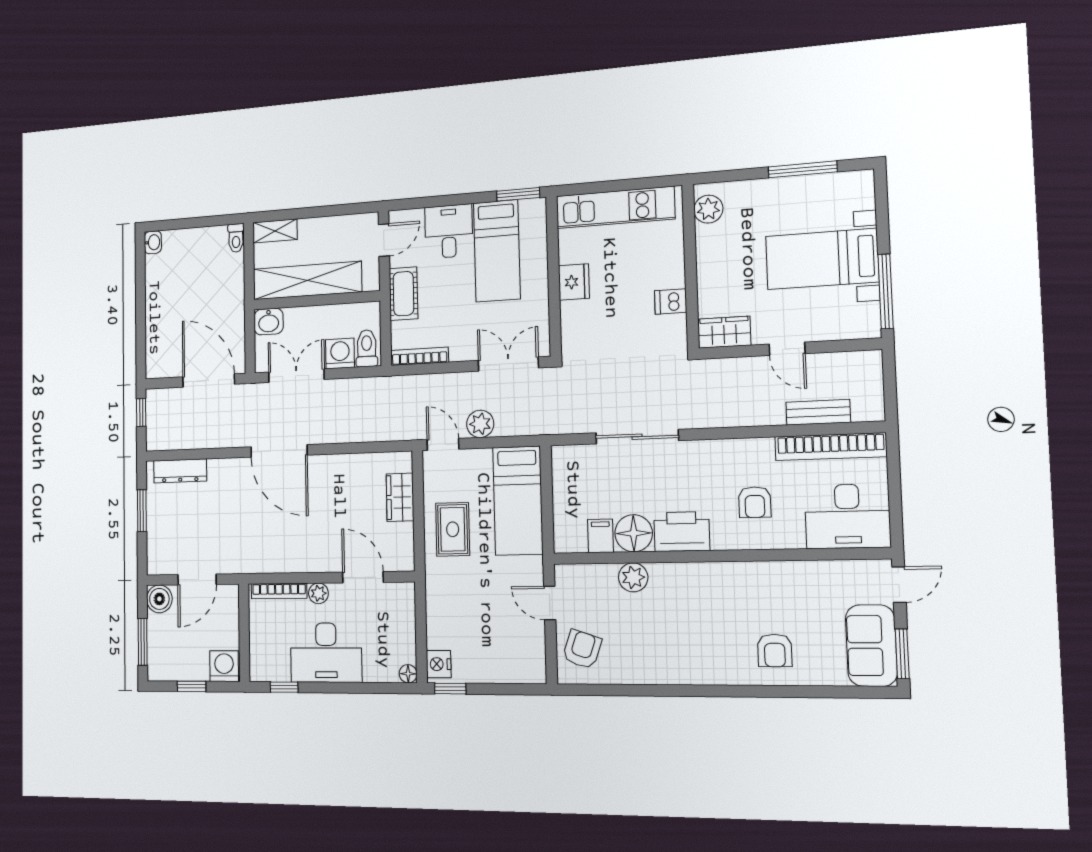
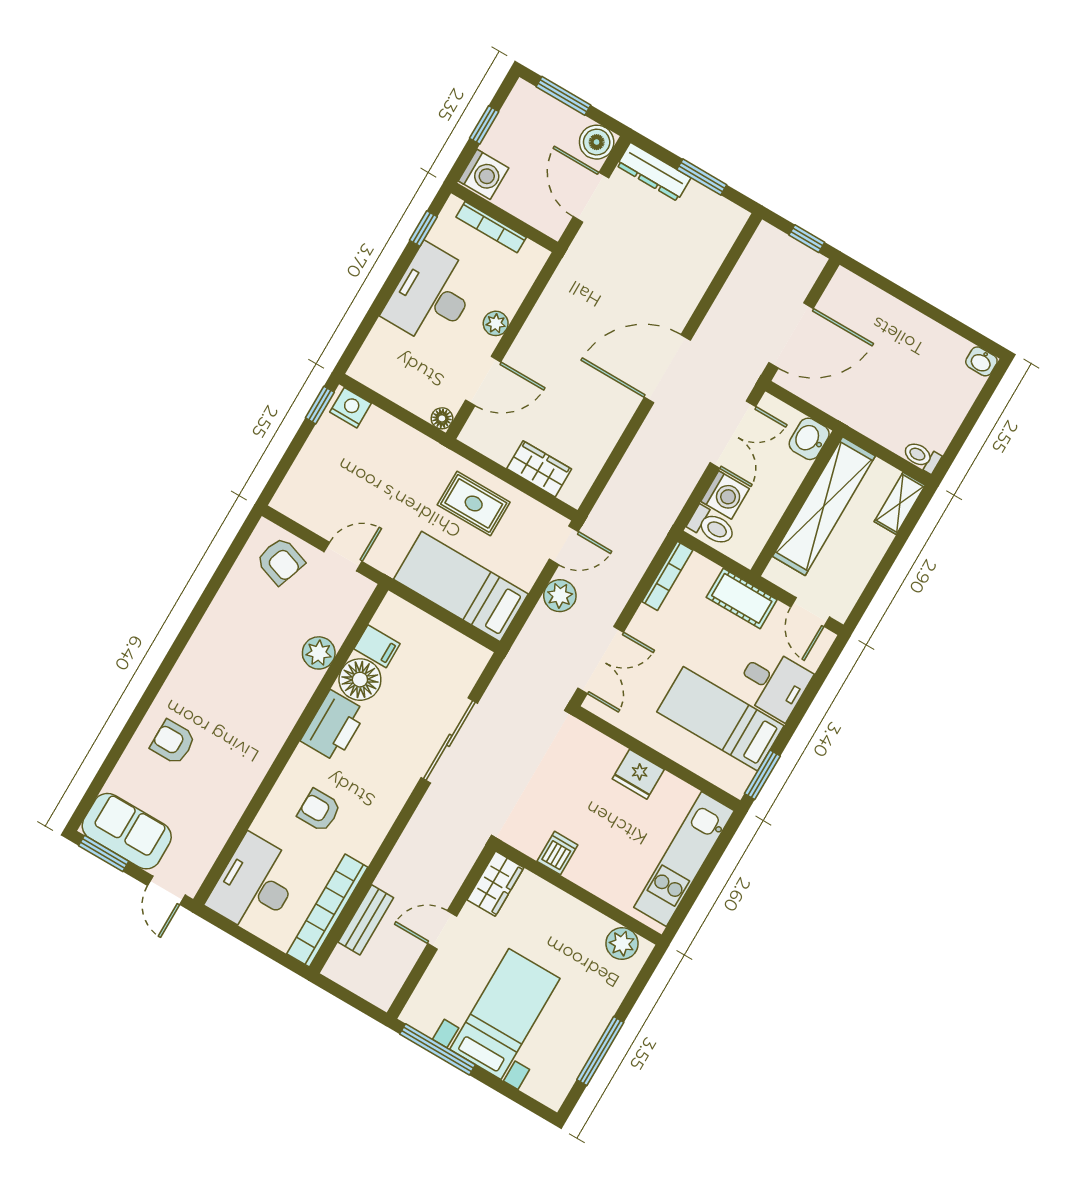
dresser: (180, 471) -> (654, 172), moved, turned -90
bookcase: (279, 591) -> (491, 227), moved, turned -90
floor lamp: (408, 674) -> (442, 418), moved

